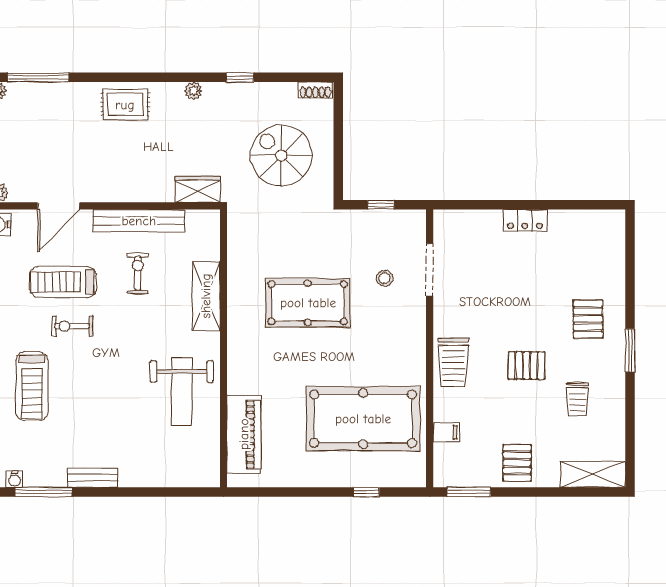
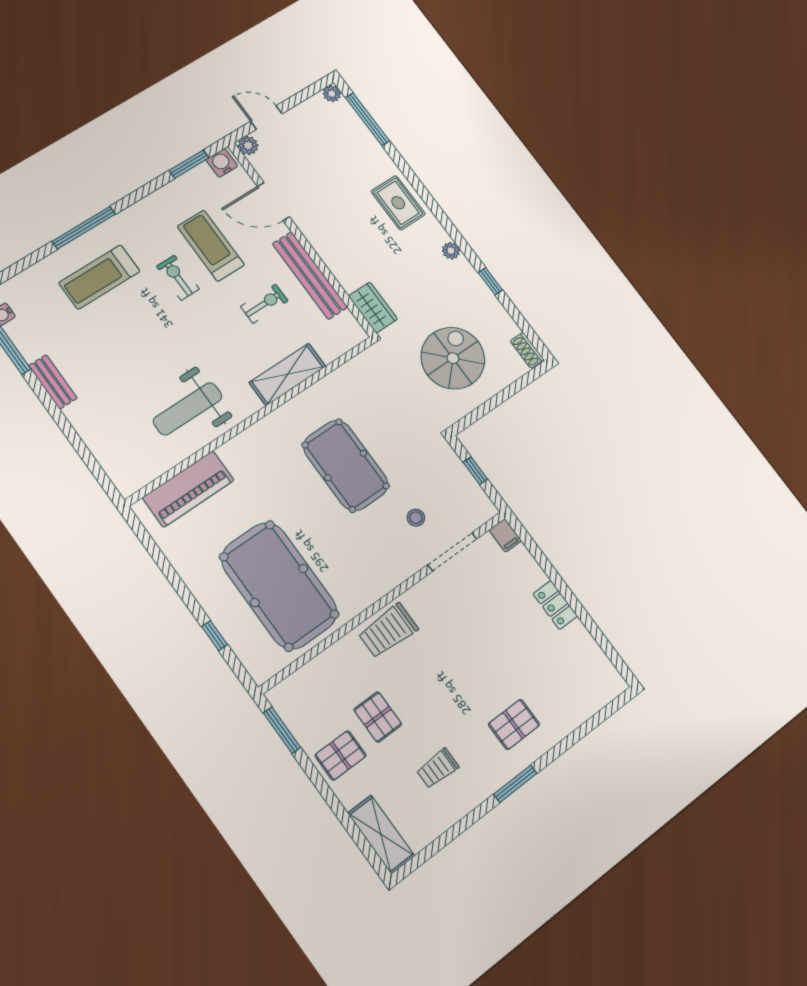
pallet: (526, 366) -> (378, 717), moved
filing cabinet: (446, 432) -> (505, 535), moved

